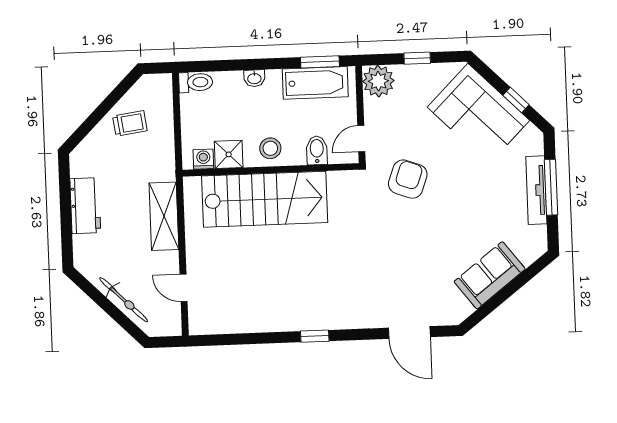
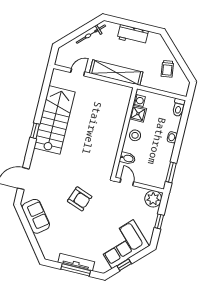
bathtub: (315, 83) -> (161, 167), removed
armchair: (408, 179) -> (80, 199), moved
stairs: (265, 199) -> (54, 120), moved, turned 180
shelving: (164, 216) -> (116, 73), width x1.47
sofa: (490, 275) -> (36, 216), moved
bicycle: (124, 300) -> (91, 34), moved

